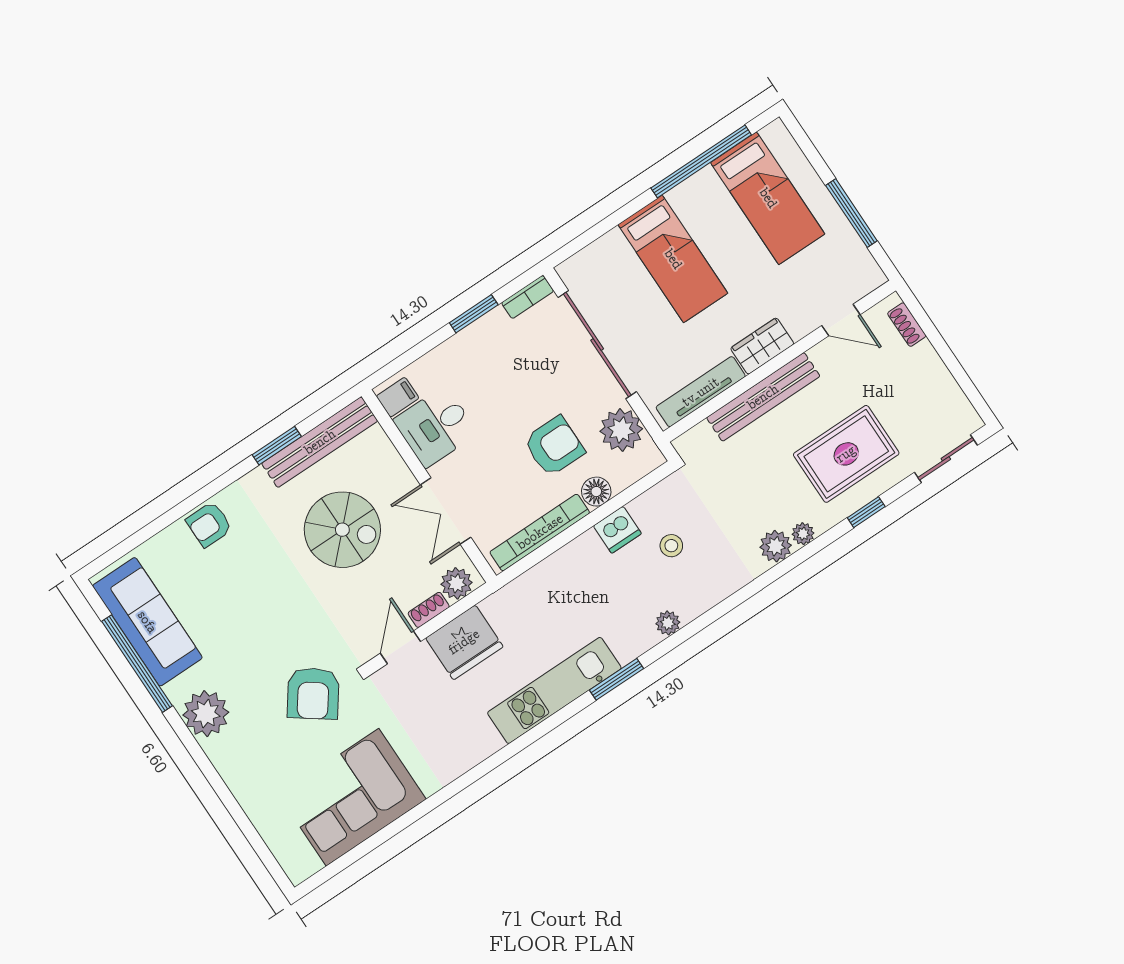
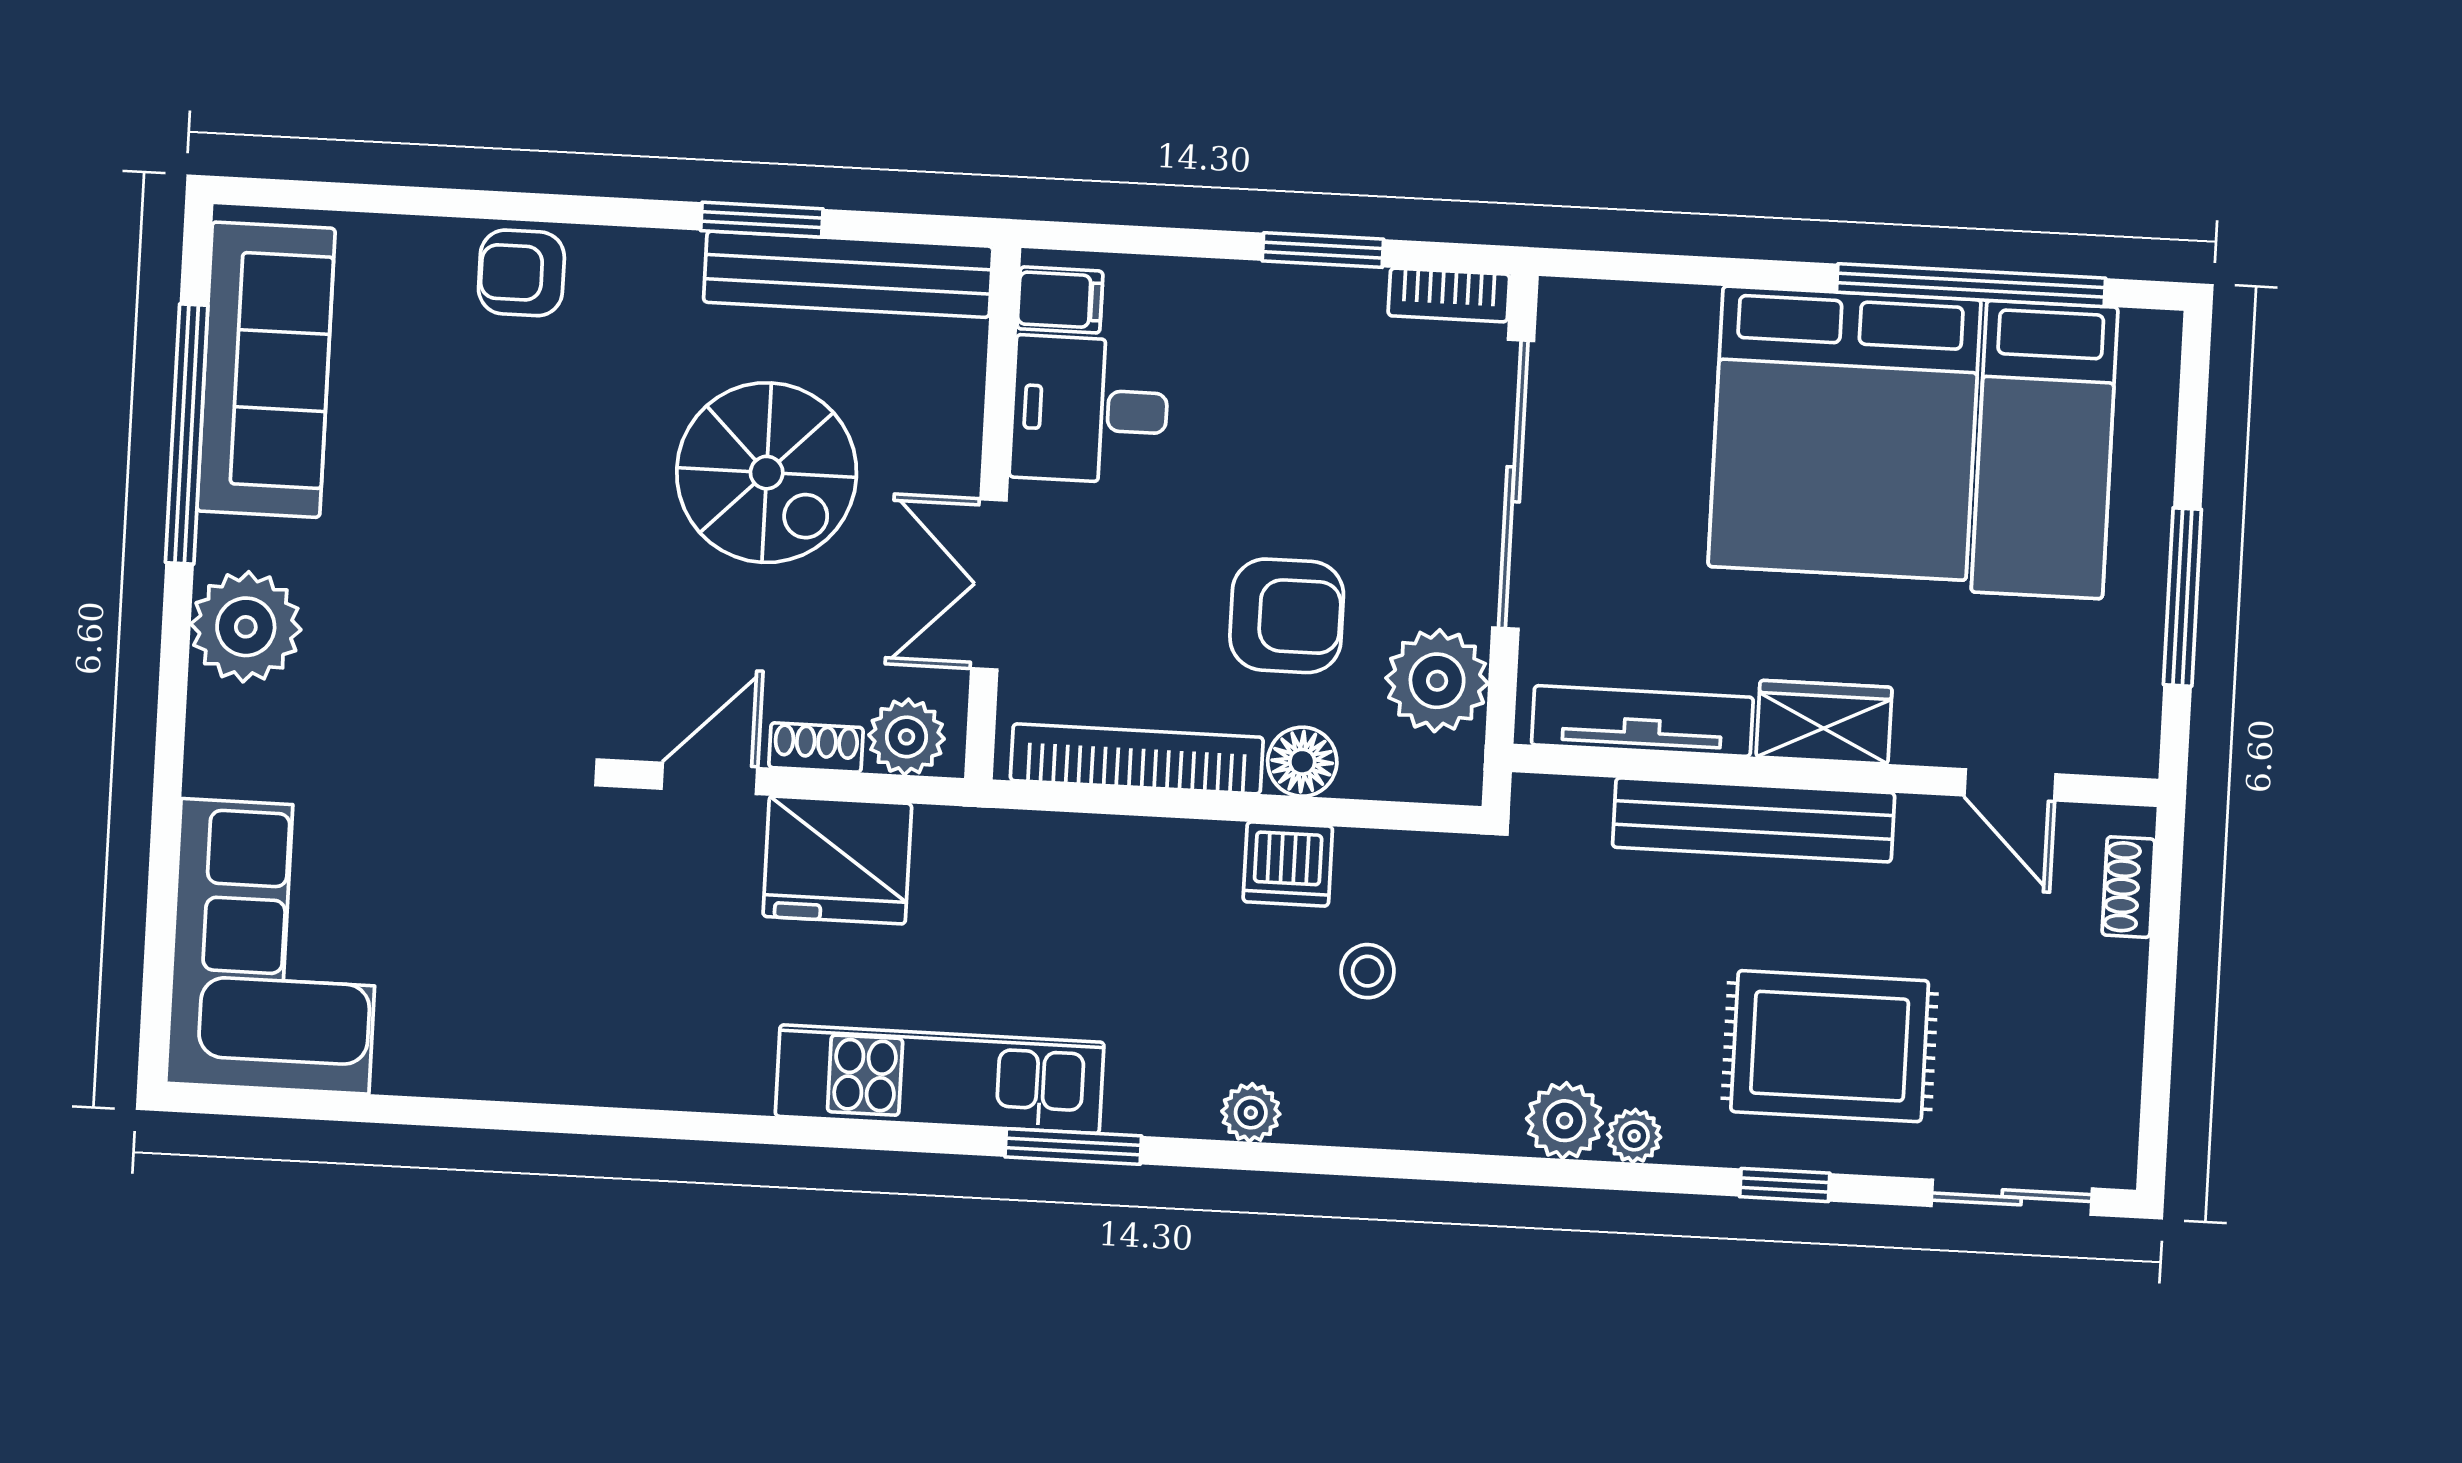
bed: (673, 259) -> (1845, 433), width x2.04
armchair: (313, 694) -> (478, 742), removed
corner sofa: (352, 797) -> (275, 946), moved, turned 90

